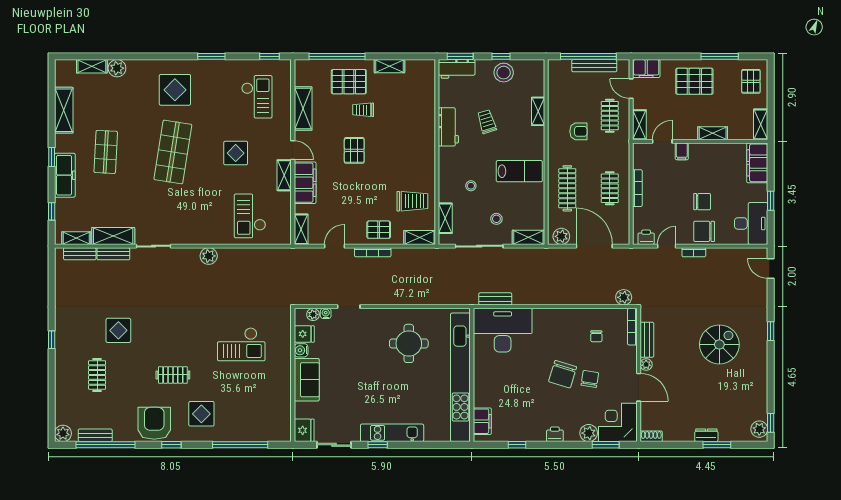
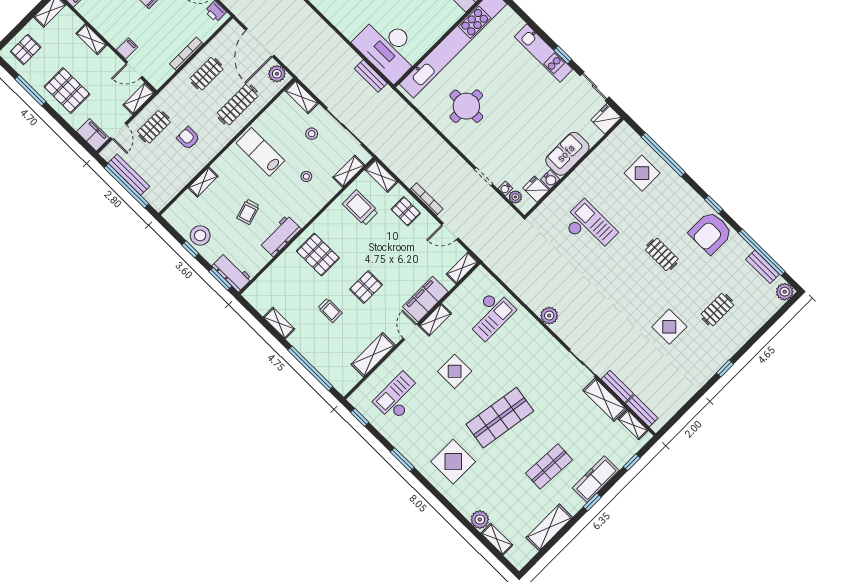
pallet: (349, 82) -> (318, 255), moved
display table: (201, 414) -> (642, 173), moved

